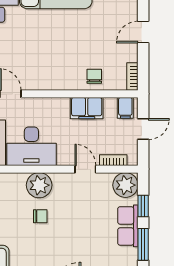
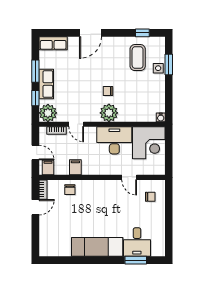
door: (143, 32) -> (35, 207), moved
filing cabinet: (87, 108) -> (75, 167), width x0.50
door: (143, 129) -> (35, 153), swing flipped

